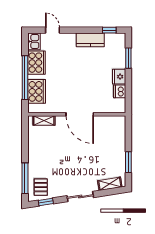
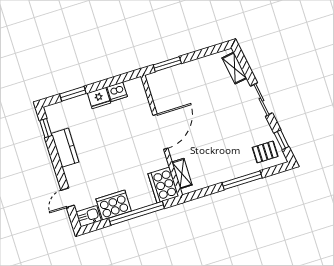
cooker: (37, 91) -> (163, 185), moved, turned -90
window: (128, 162) -> (167, 64), moved
window: (25, 178) -> (242, 180), moved

